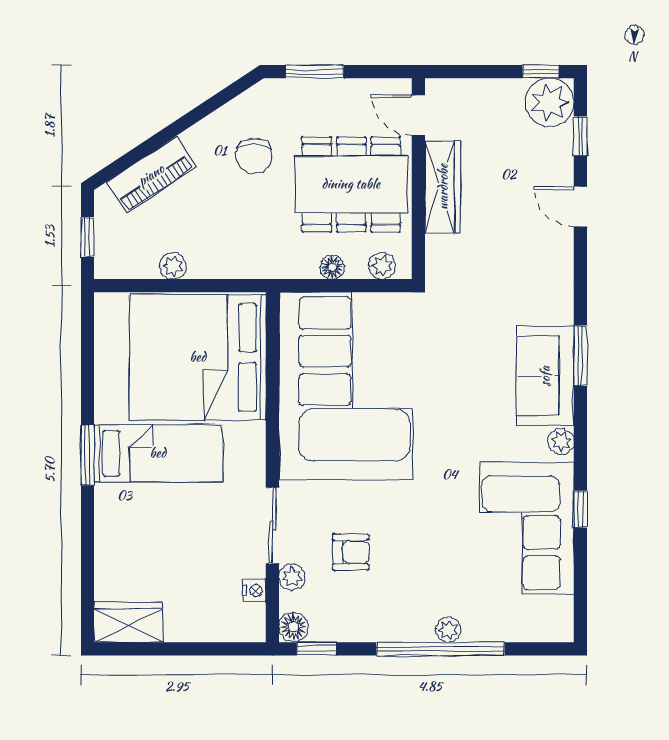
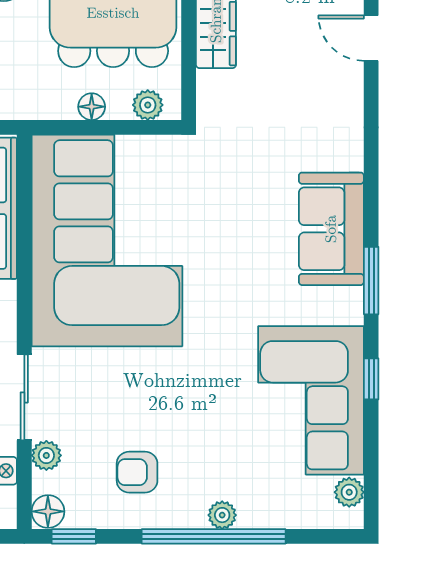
window: (580, 356) -> (371, 281), moved
plant: (561, 441) -> (349, 492), moved
armchair: (351, 552) -> (137, 472), moved, turned 180

